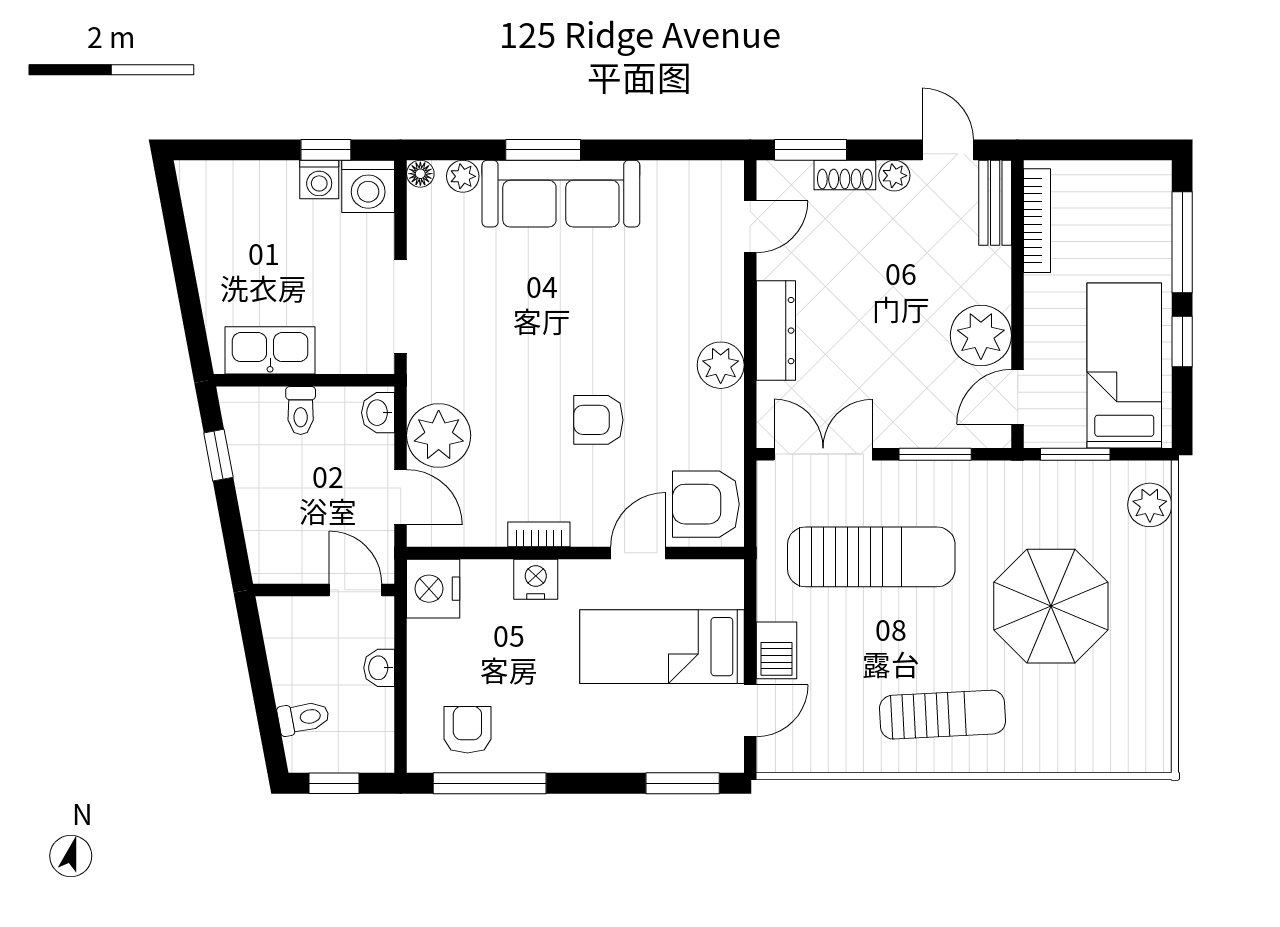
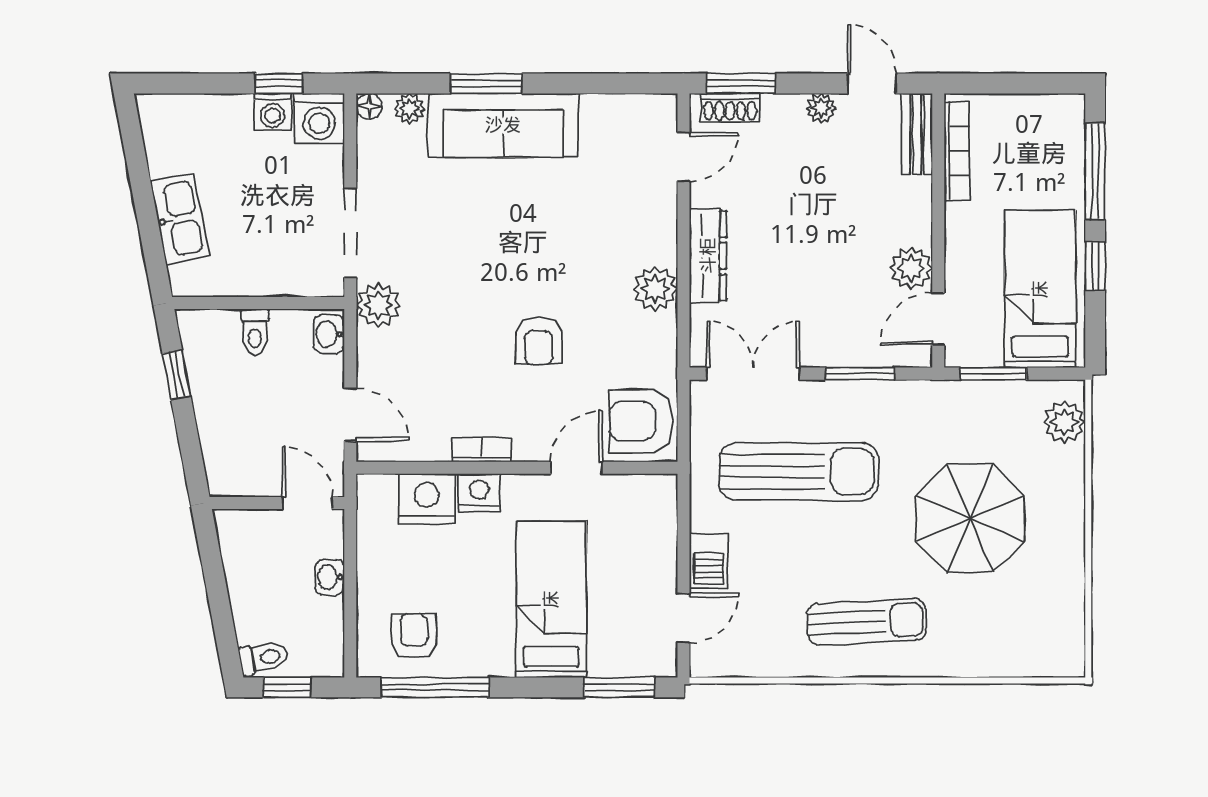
shoe rack: (845, 175) -> (730, 107), moved
plant: (981, 335) -> (911, 268), width x0.73, depth x0.73
kitchen sink: (270, 350) -> (180, 219), moved, turned 79
armchair: (598, 420) -> (539, 341), turned -90
plant: (439, 435) -> (378, 305), moved, width x0.73, depth x0.73
nightstand: (433, 589) -> (427, 499), moved, turned 90
bed: (662, 647) -> (551, 599), moved, turned 90
toilet: (303, 718) -> (264, 658), moved

